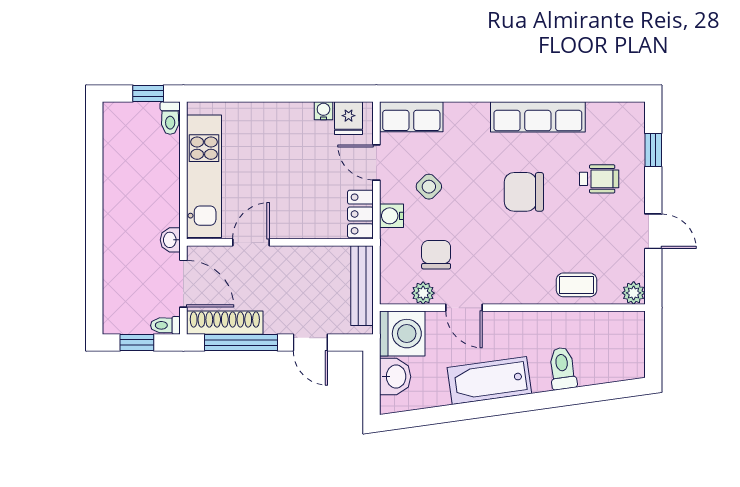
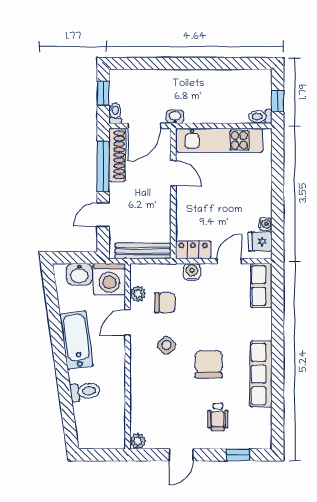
side table: (429, 187) -> (166, 345), moved
coffee table: (577, 285) -> (144, 401), removed

